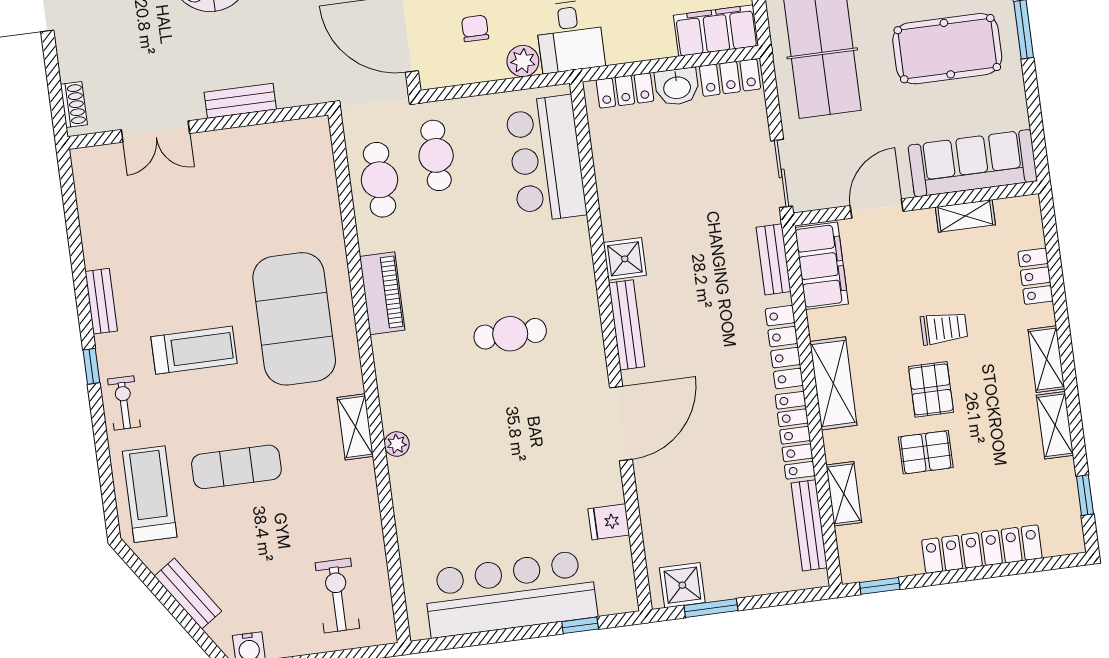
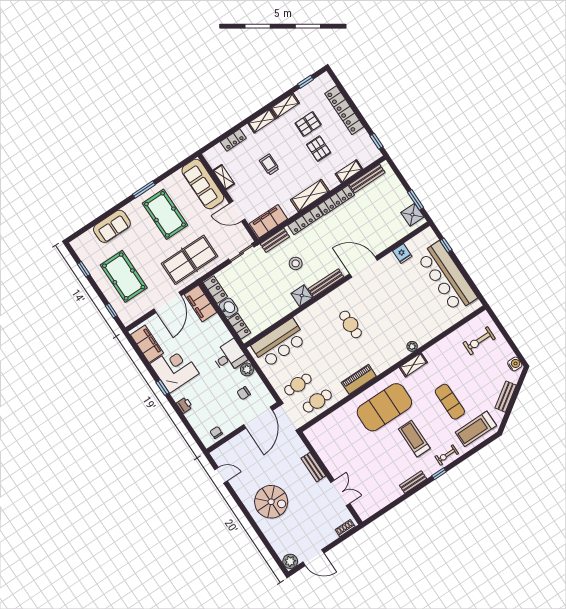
stool: (701, 280) -> (296, 263), added
pallet: (931, 389) -> (308, 124), moved

